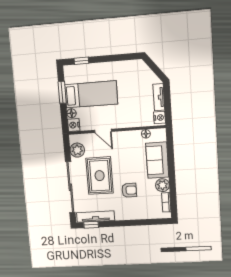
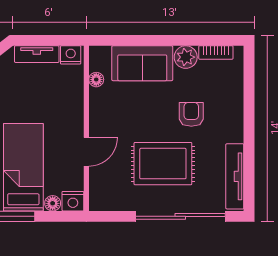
plant: (77, 150) -> (116, 199), removed
window: (91, 225) -> (249, 185), removed

